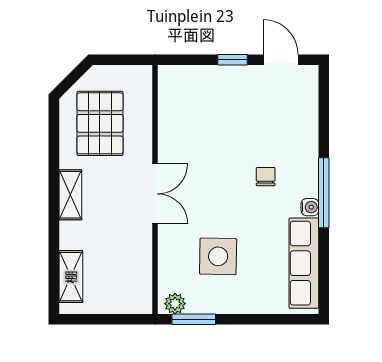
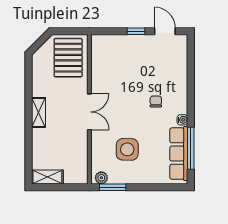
pallet: (100, 123) -> (68, 58), moved
window: (324, 193) -> (191, 148), moved
shelving: (71, 277) -> (47, 177), moved, turned 90

